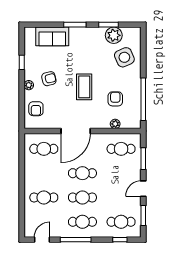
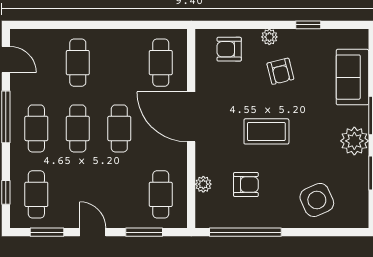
plant: (114, 35) -> (354, 141), moved

